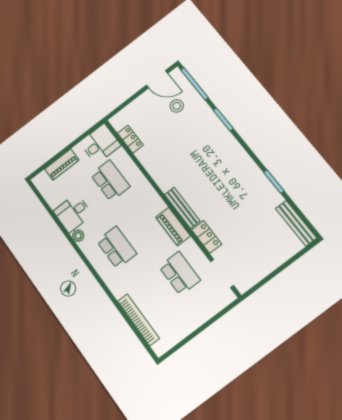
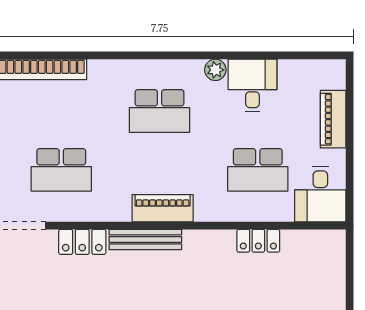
locker: (130, 139) -> (258, 241), moved
piano: (173, 227) -> (163, 208), moved

